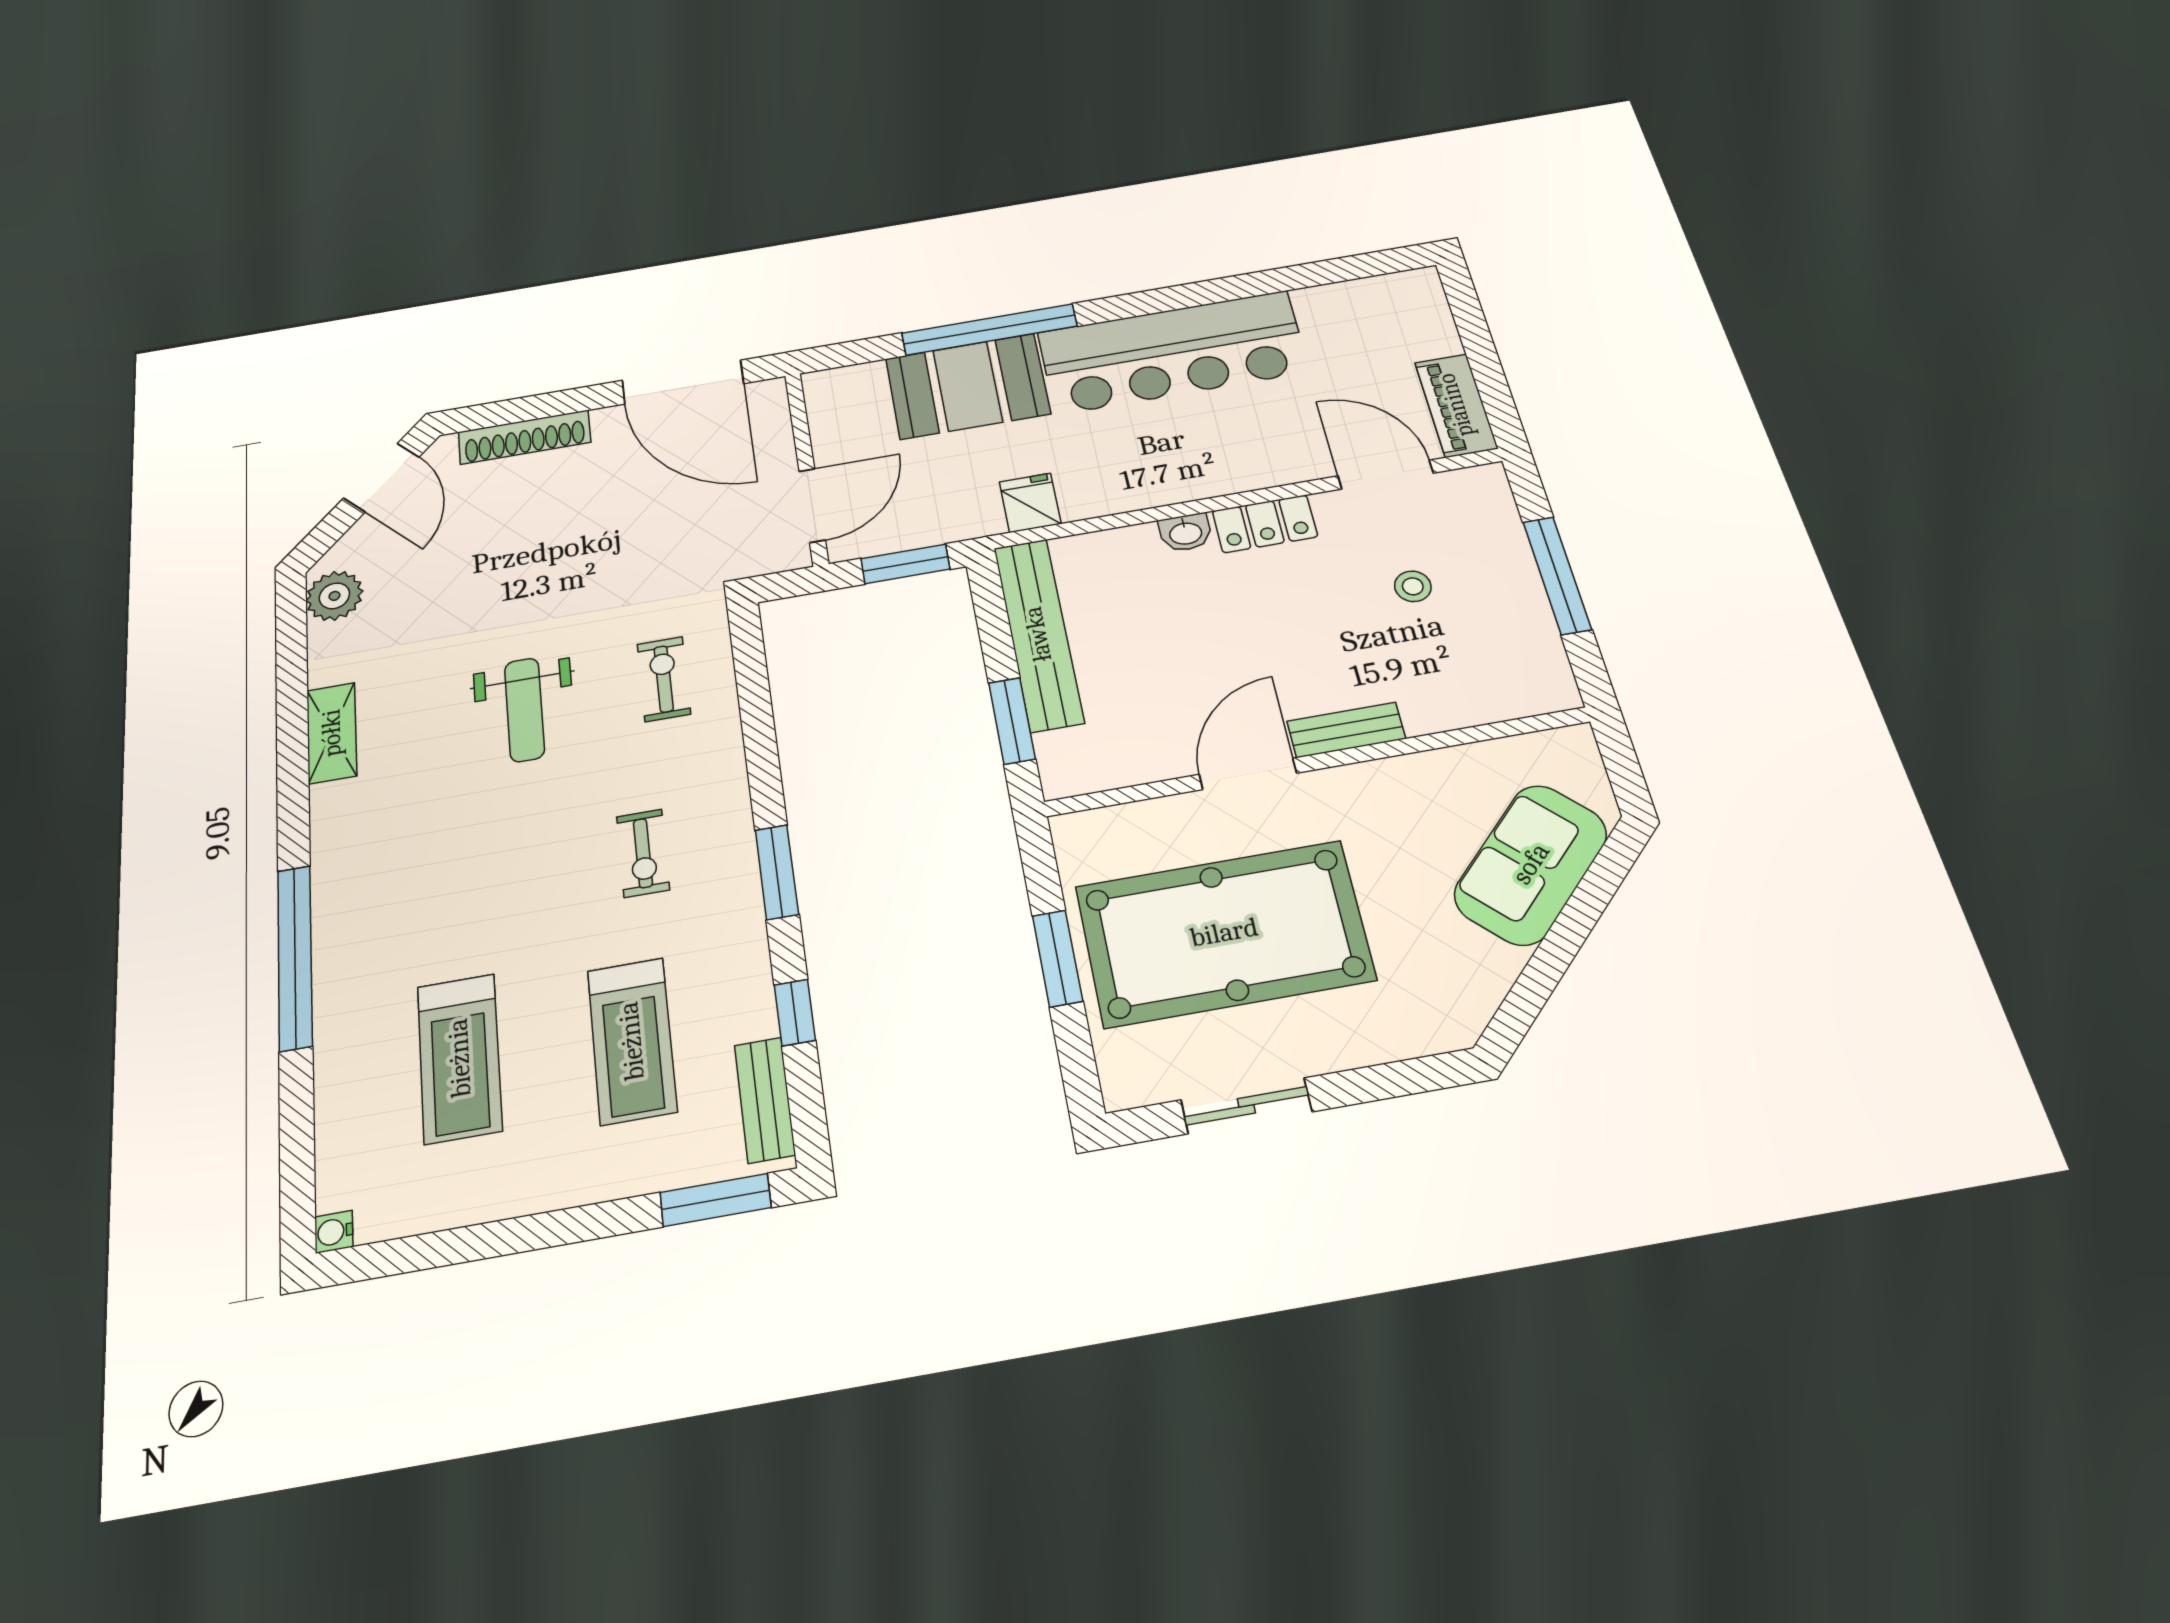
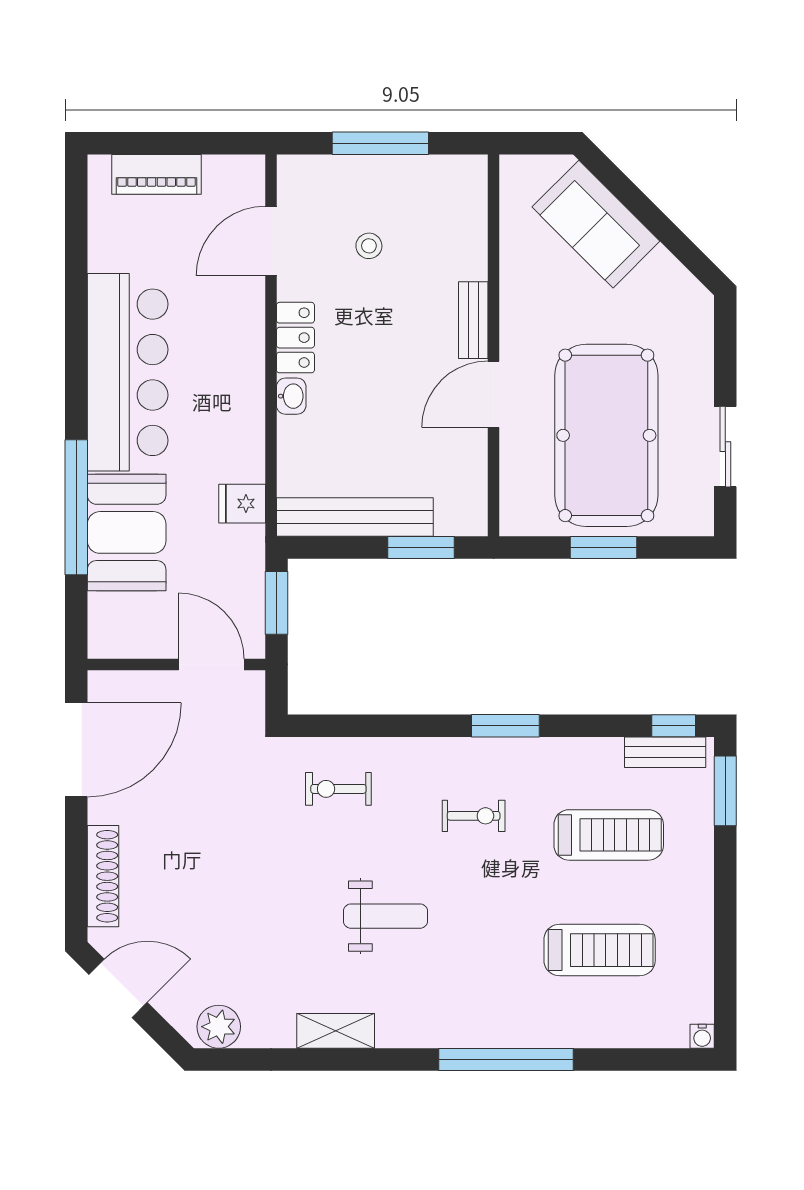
piano: (1456, 405) -> (156, 174), moved
weight bench: (524, 710) -> (385, 916), moved
door: (1248, 774) -> (494, 394), hinge flipped
window: (795, 1013) -> (674, 726), moved

